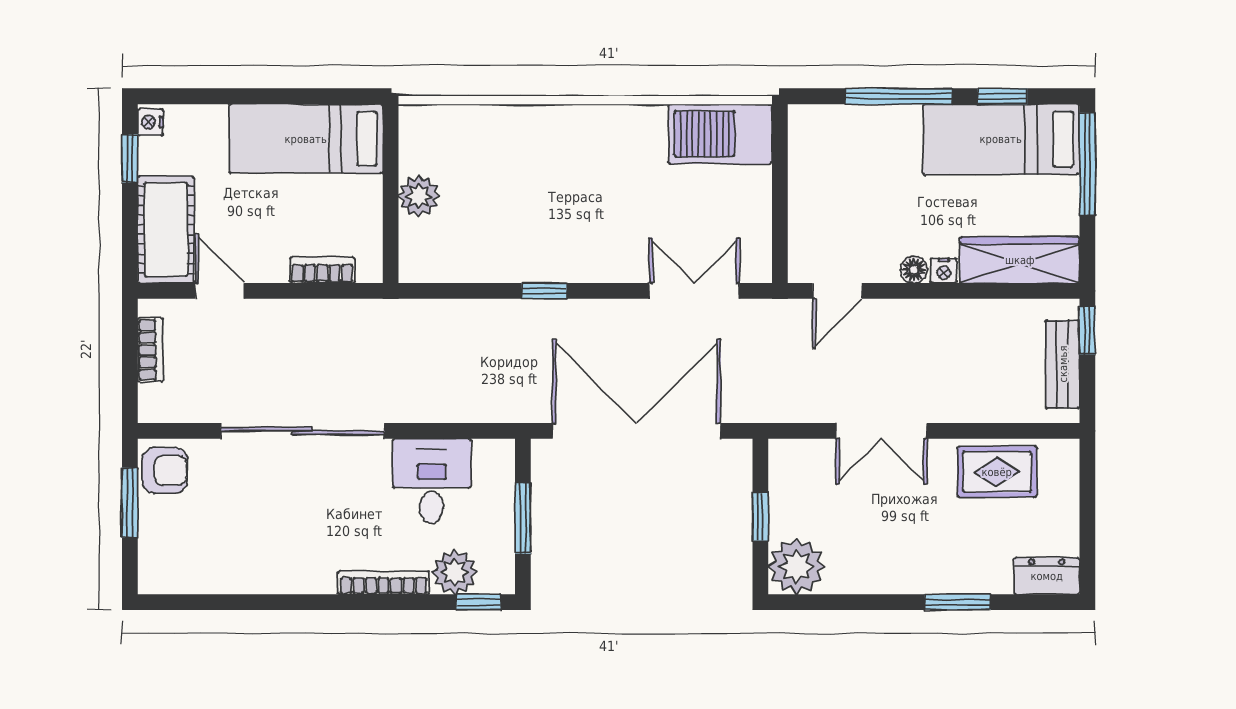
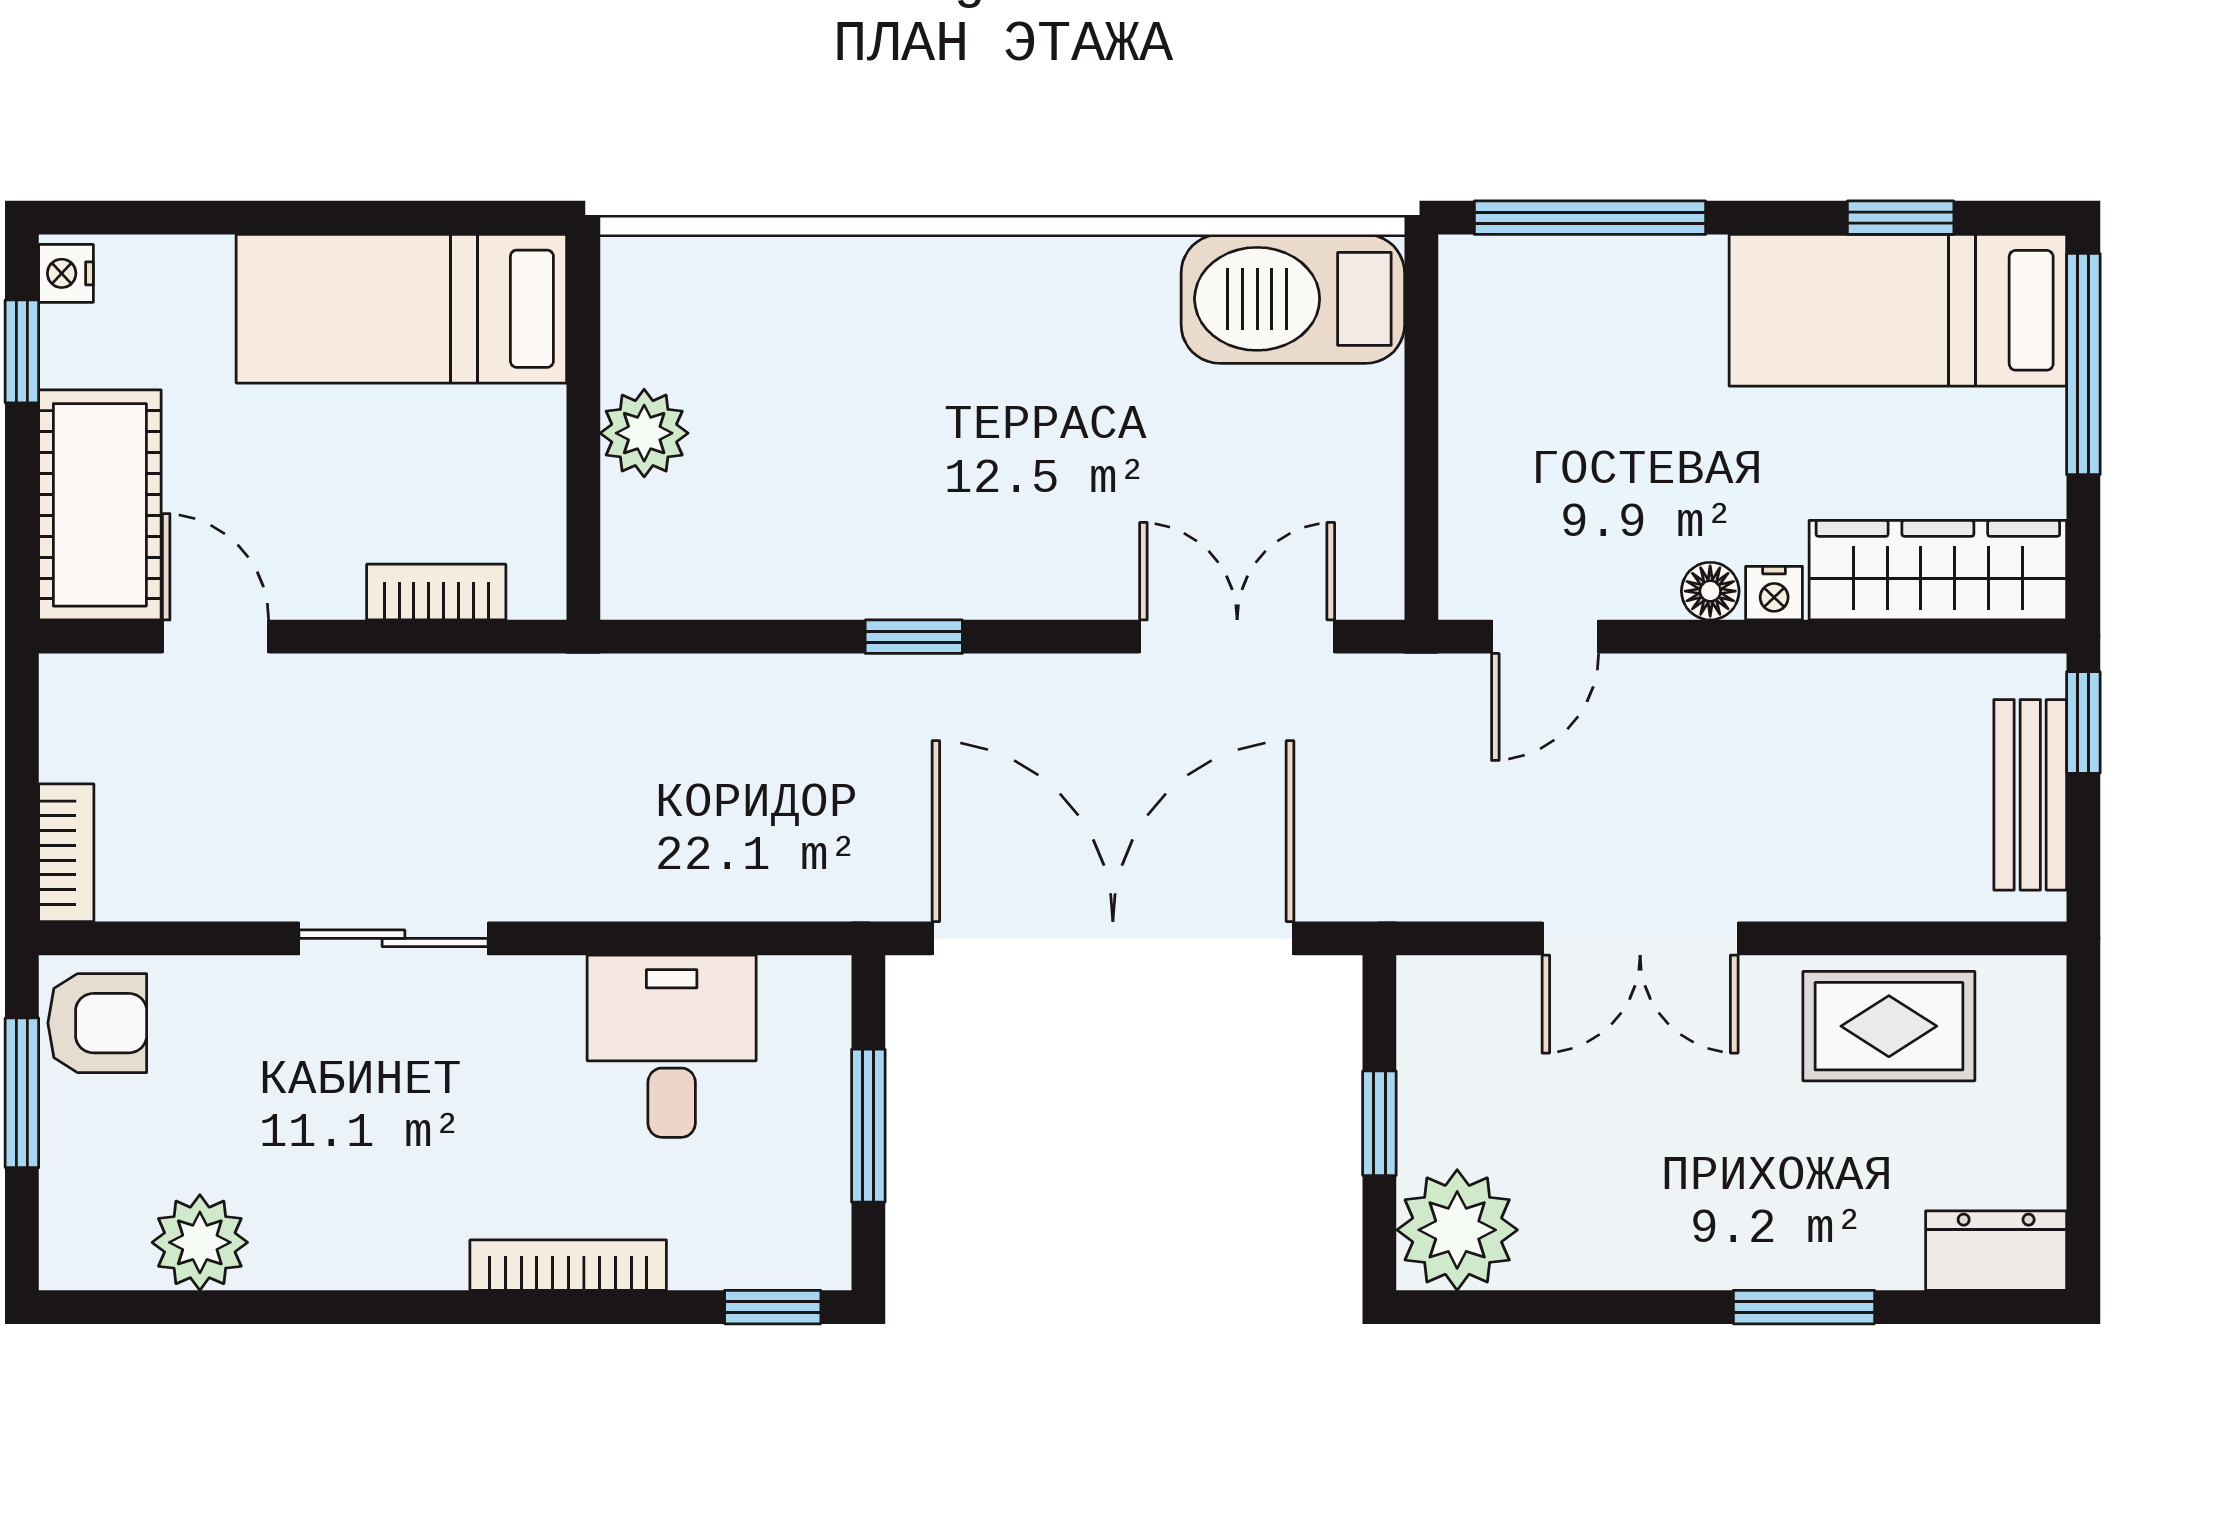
window: (899, 96) -> (1590, 218), moved
bookcase: (150, 350) -> (66, 853), moved
sliding door: (302, 431) -> (393, 938), width x0.54
plant: (455, 572) -> (200, 1242), moved

